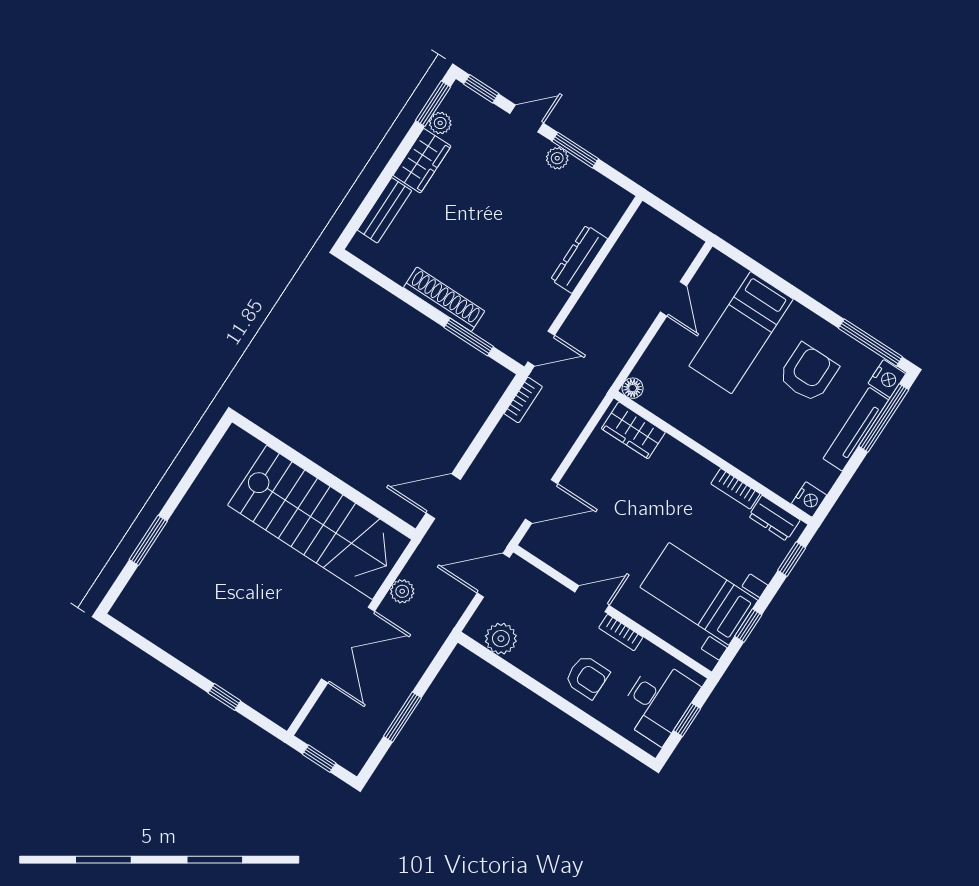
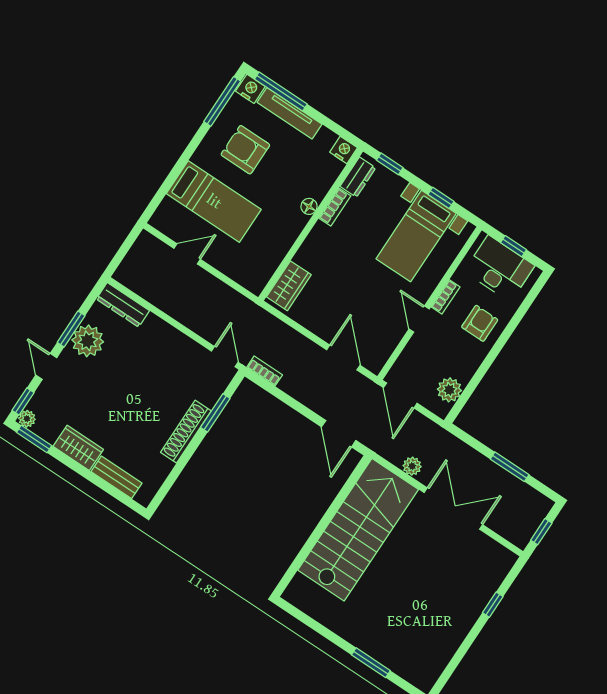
plant: (440, 123) -> (27, 419), moved
plant: (557, 158) -> (88, 341), width x1.88, depth x1.88
dresser: (579, 259) -> (123, 305), moved
floor lamp: (633, 388) -> (309, 206), moved

